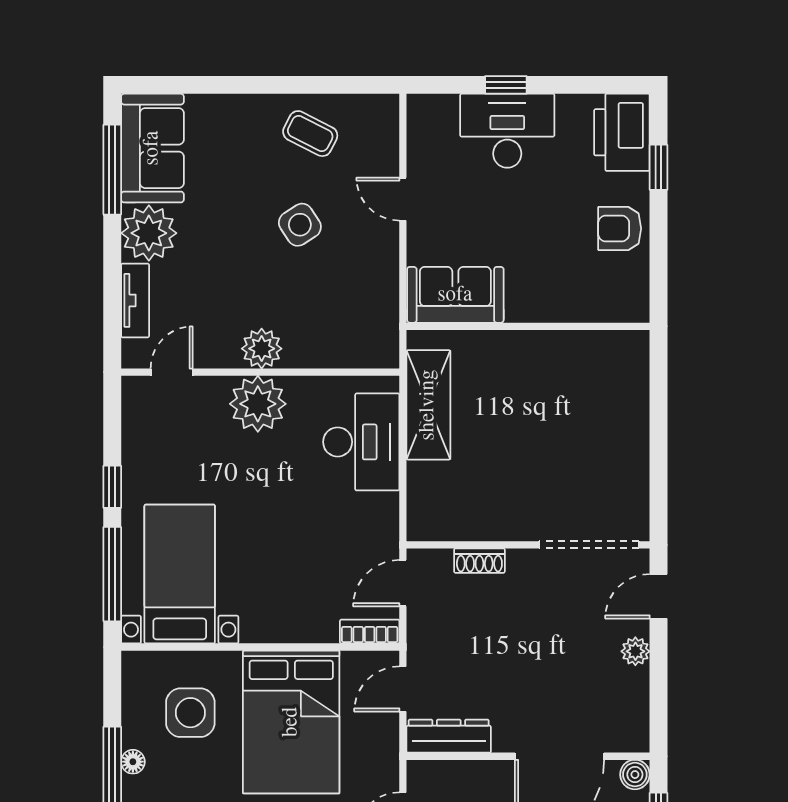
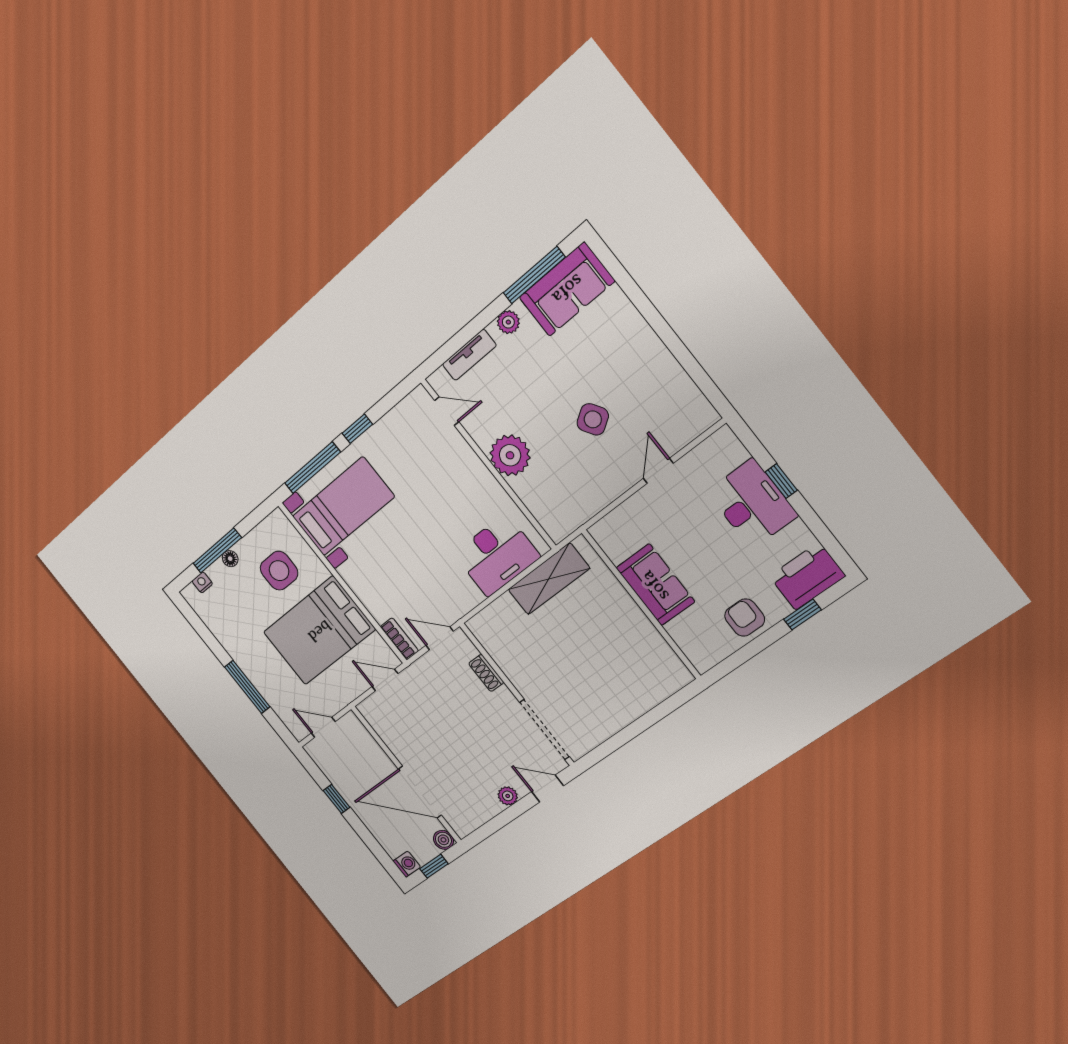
coffee table: (310, 134) -> (654, 381), removed
plant: (149, 233) -> (508, 322), width x0.53, depth x0.53
sofa: (455, 295) -> (655, 585), moved
plant: (262, 349) -> (510, 455), width x1.36, depth x1.36
plant: (258, 404) -> (470, 477), removed
dresser: (449, 736) -> (381, 724), removed

